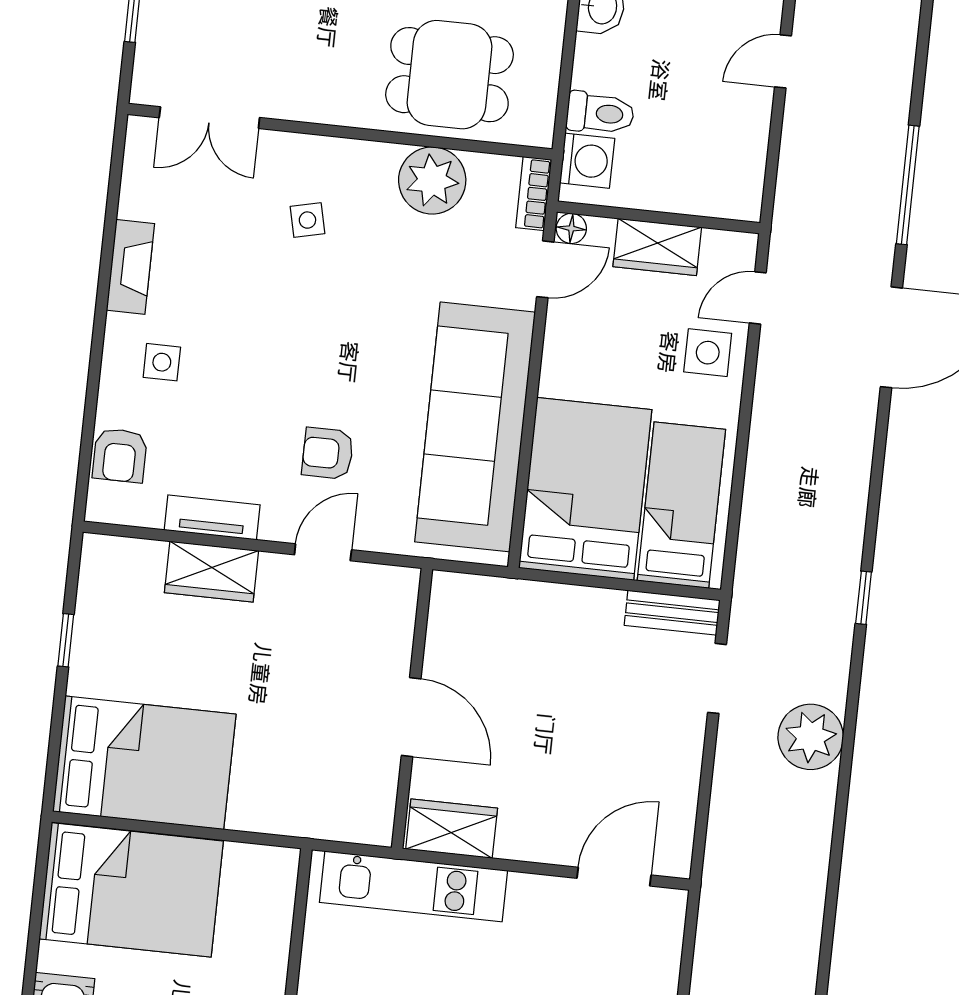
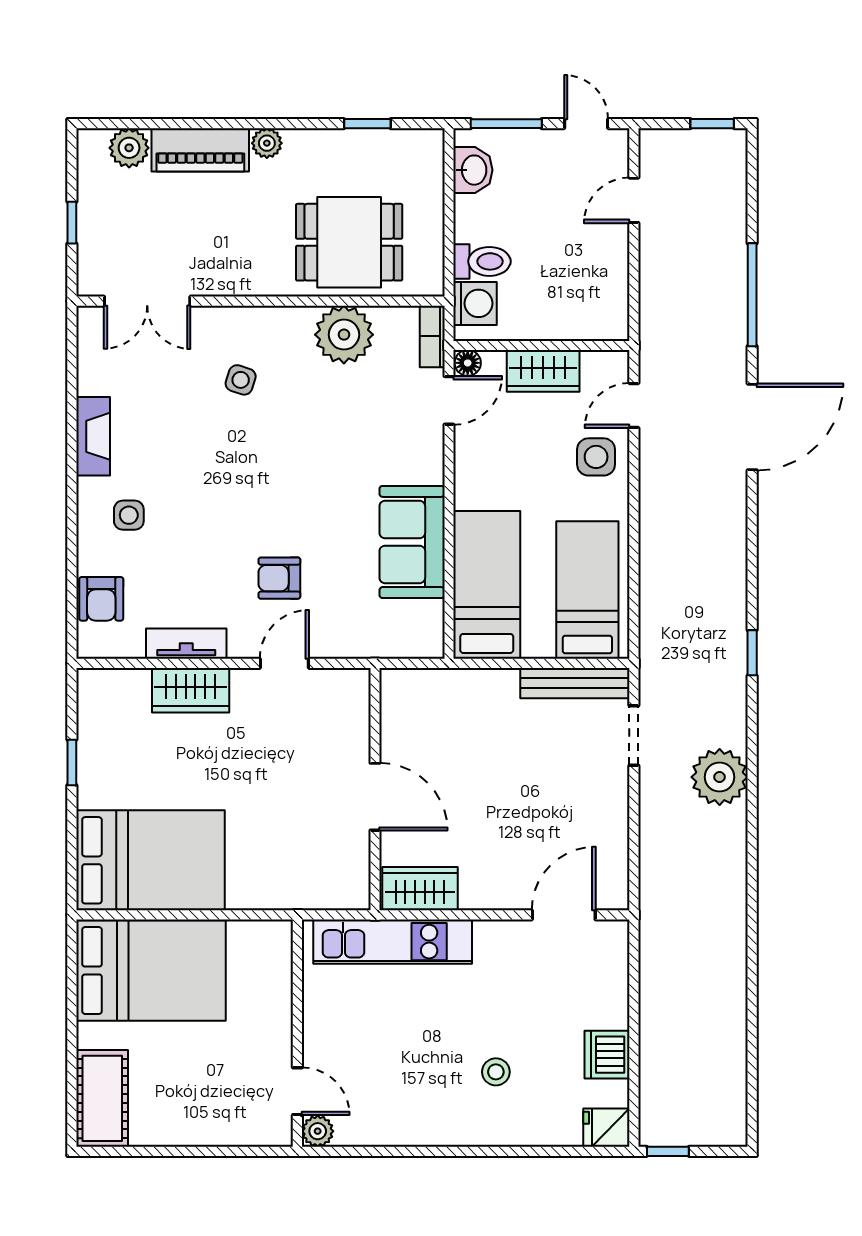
side table: (307, 220) -> (241, 380), turned 31
sofa: (475, 427) -> (412, 542), width x0.54, depth x0.79
bed: (585, 489) -> (487, 585), width x0.67
bench: (672, 613) -> (575, 683), width x1.36

